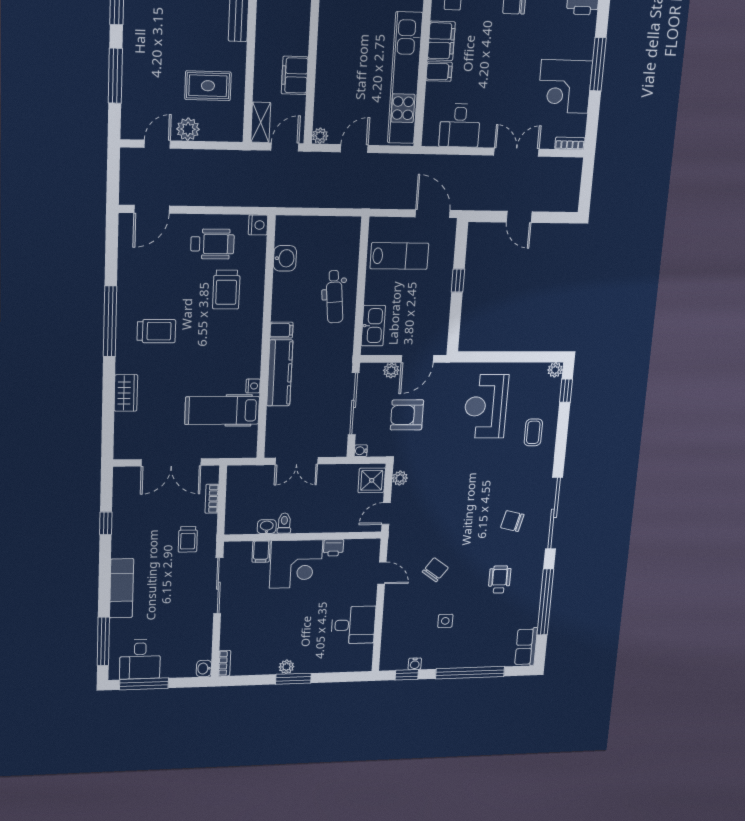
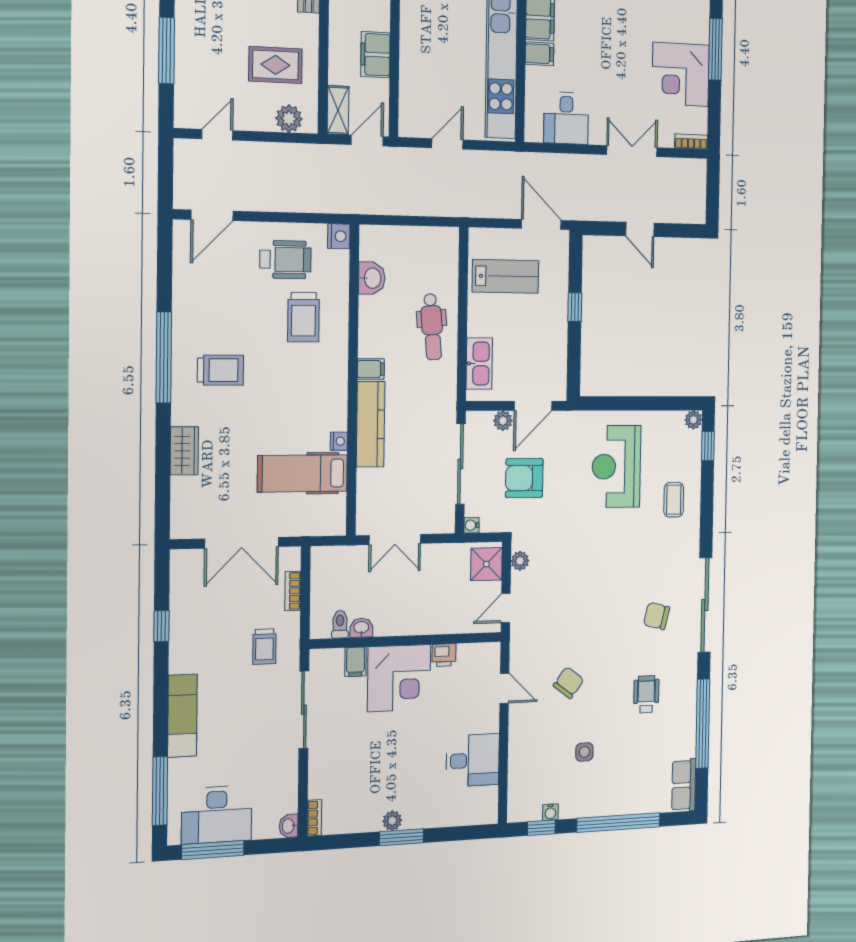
plant: (188, 129) -> (289, 119), moved
plant: (320, 136) -> (407, 128), removed
toilet: (284, 523) -> (340, 624), moved
desk: (140, 659) -> (217, 815), width x1.37

